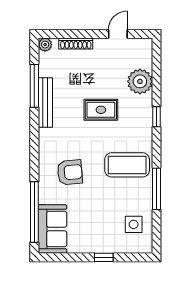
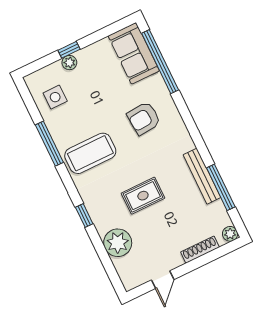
plant: (108, 247) -> (69, 63), added

